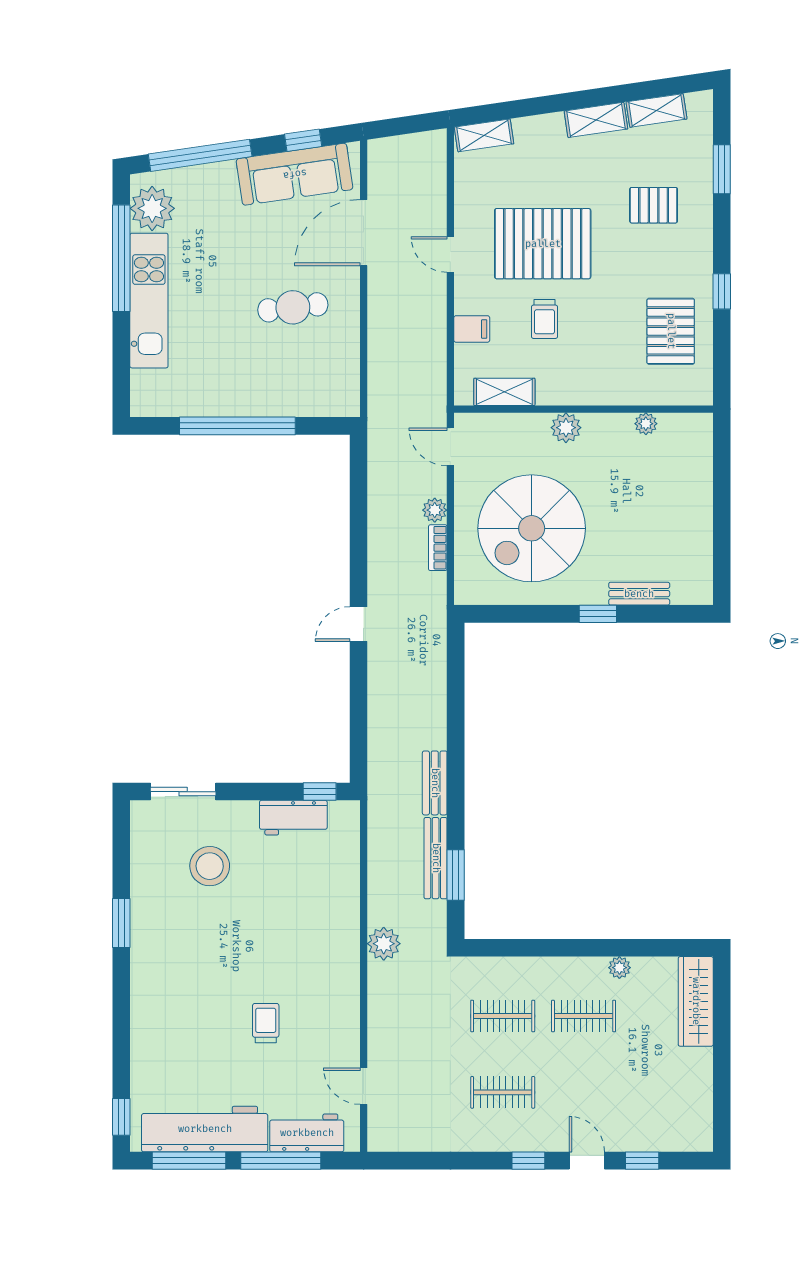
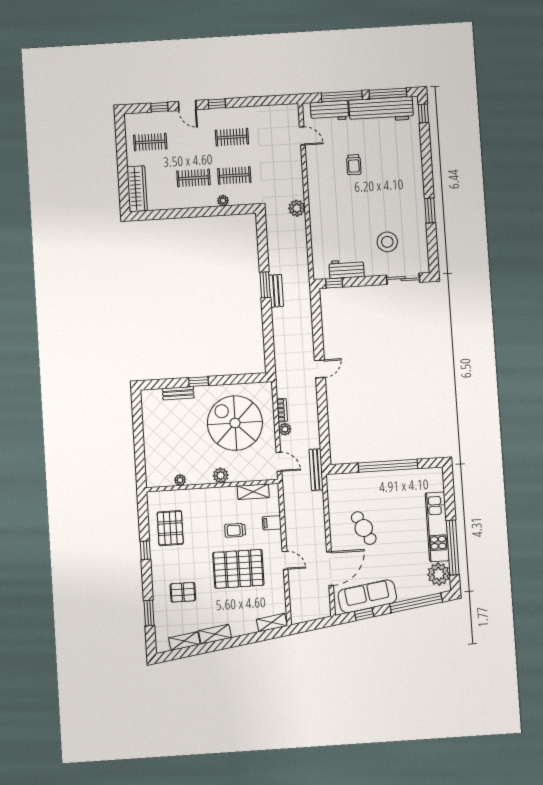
cafe table: (293, 307) -> (364, 528), turned 70
trolley: (544, 319) -> (235, 530), turned -90
spiral stairs: (532, 528) -> (235, 423), turned -90
bench: (436, 858) -> (316, 470), moved
window: (456, 875) -> (265, 285), moved
plant: (619, 968) -> (223, 201), moved
clothes rail: (664, 1092) -> (150, 142), added

